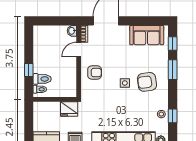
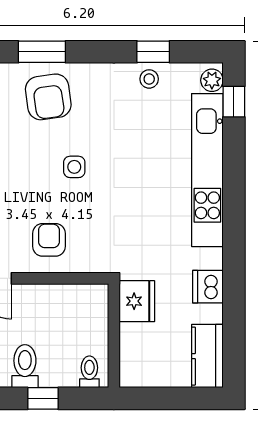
toilet: (42, 79) -> (25, 366), moved
armchair: (147, 82) -> (48, 97), moved

